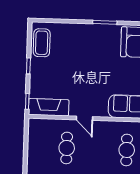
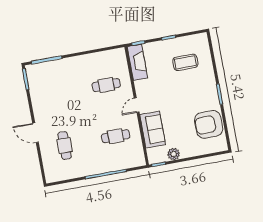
coffee table: (42, 43) -> (185, 62), moved
door: (85, 118) -> (137, 105), moved

